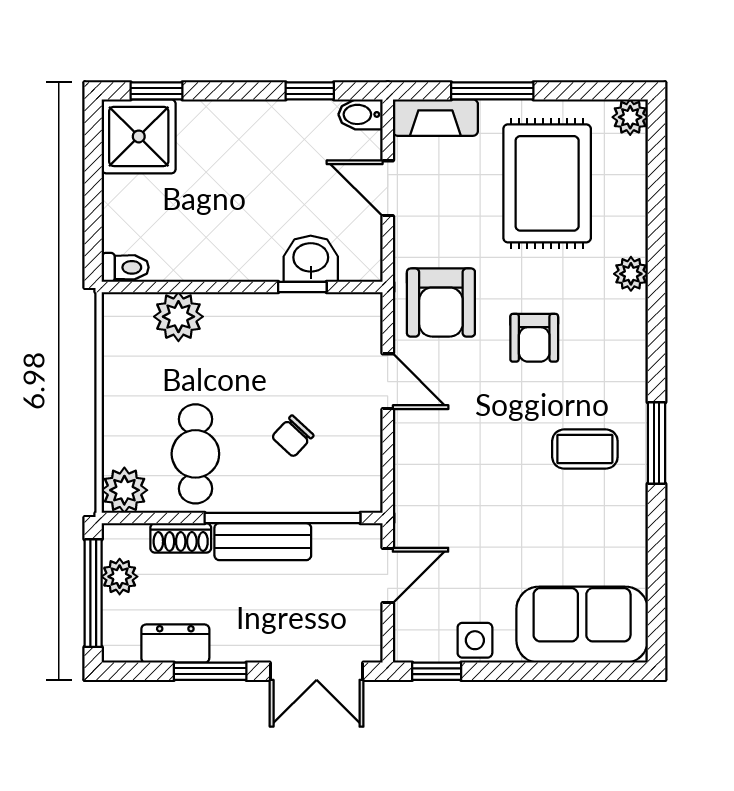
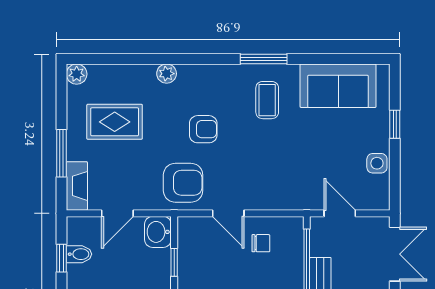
bidet: (360, 114) -> (79, 254), moved, turned -90
rug: (547, 183) -> (115, 122), width x0.73, depth x0.70
washbasin: (311, 259) -> (158, 232), moved
door: (388, 381) -> (228, 213), swing flipped
chair: (293, 436) -> (261, 243), moved, turned -43
sofa: (582, 625) -> (338, 86), moved, turned -90
window: (437, 671) -> (395, 124), moved

